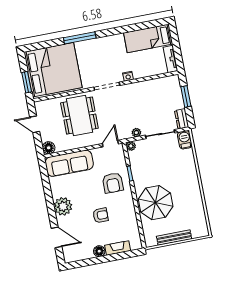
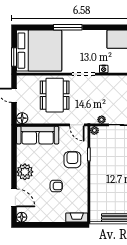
door: (110, 144) -> (77, 125), swing flipped
armchair: (113, 183) -> (72, 160), turned 180
parasol: (156, 203) -> (107, 184), removed
fireplace: (118, 248) -> (77, 217), moved
floor lamp: (99, 251) -> (22, 217), moved

